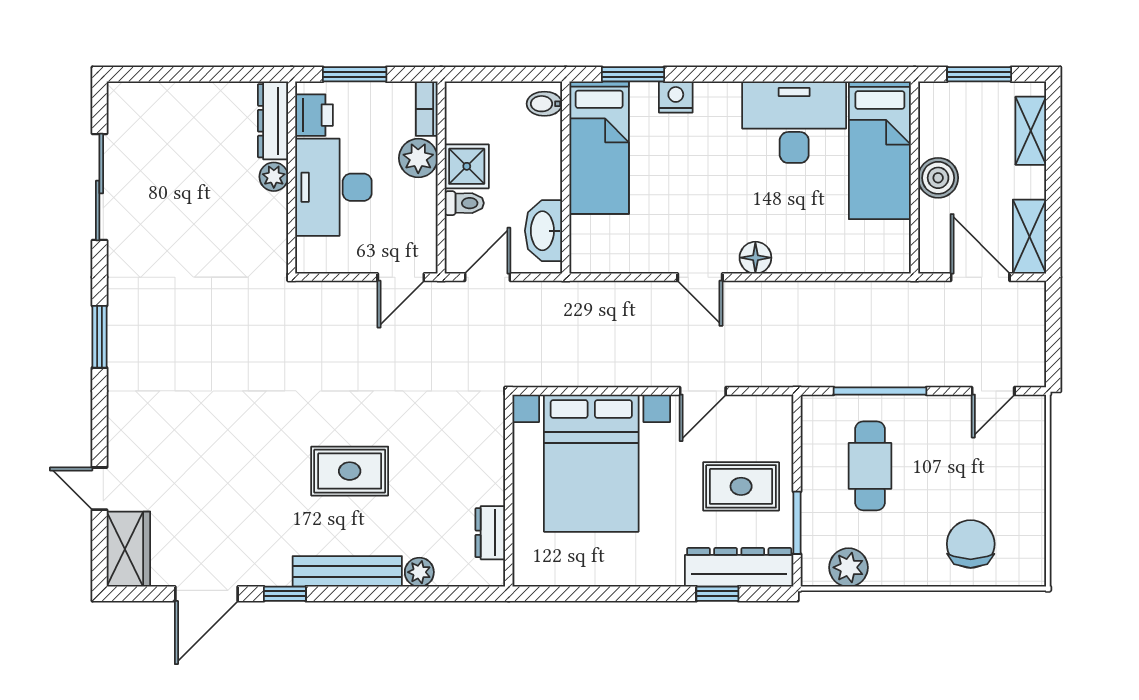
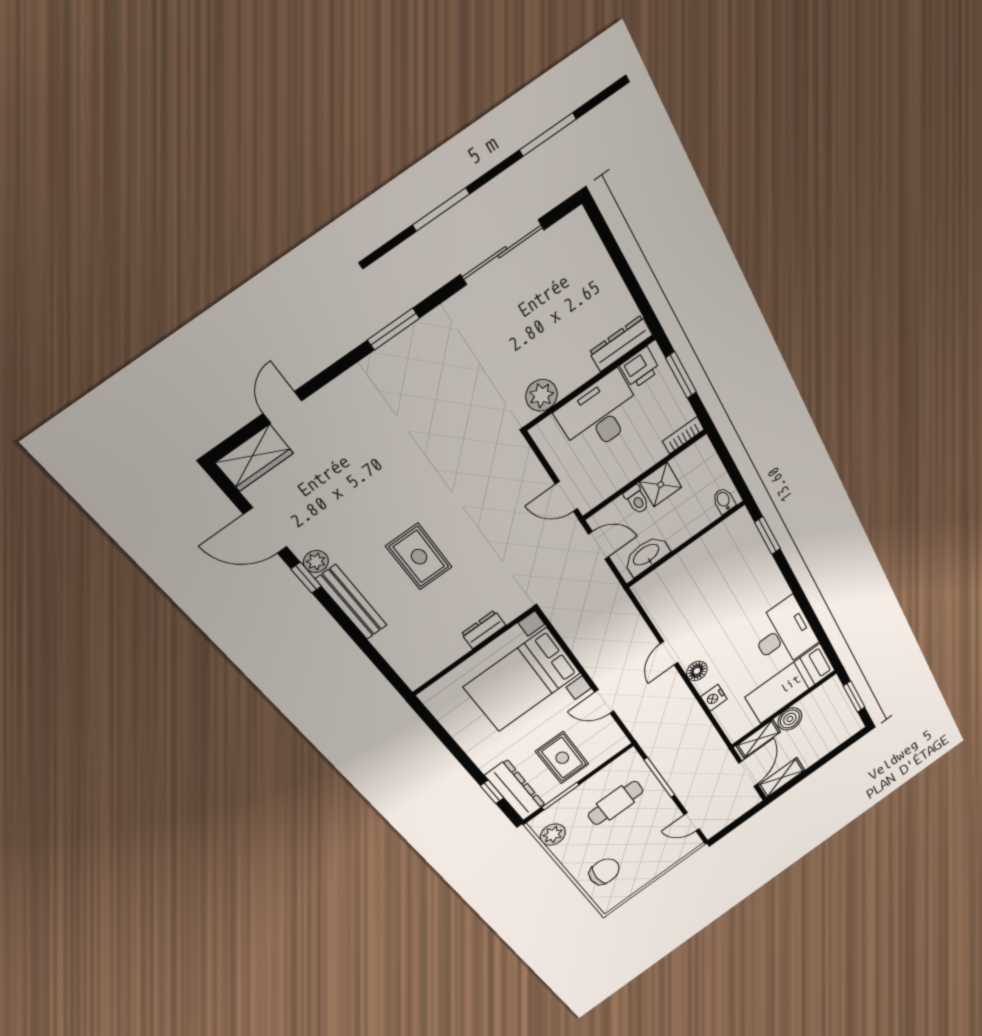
nightstand: (676, 97) -> (714, 698), moved, turned 180
shelving: (1031, 131) -> (758, 739), moved
bed: (599, 148) -> (714, 549), removed
plant: (418, 158) -> (649, 453), removed
plant: (274, 177) -> (542, 395), moved, width x1.38, depth x1.38
dresser: (490, 533) -> (484, 630), moved
plant: (419, 572) -> (316, 561), moved

